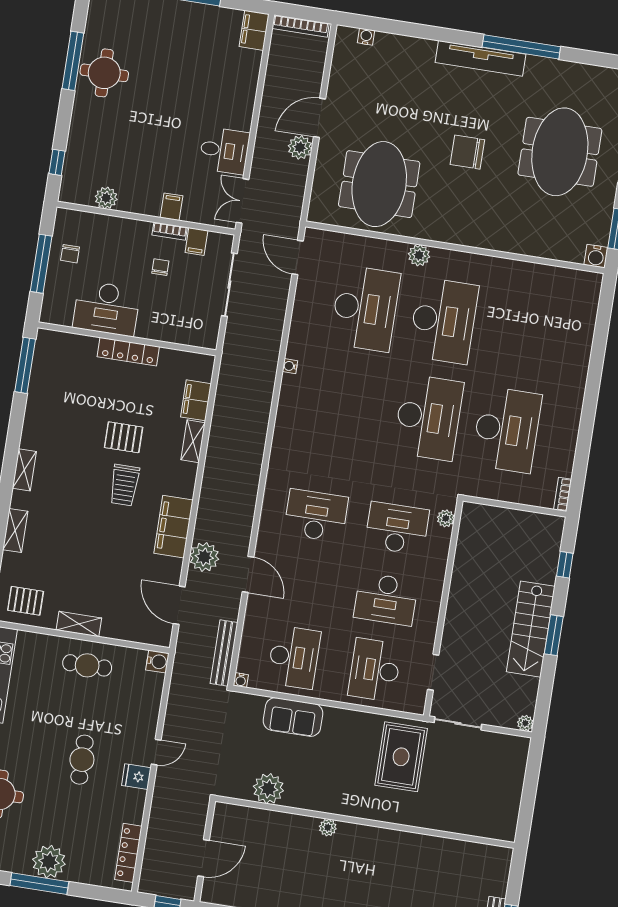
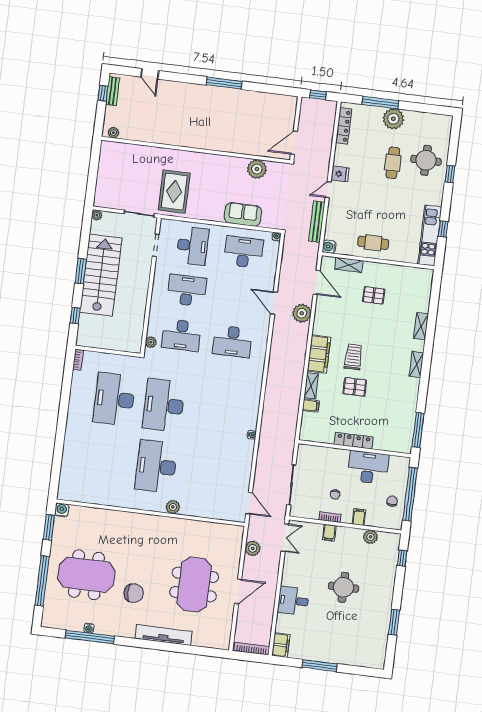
water cooler: (366, 37) -> (89, 628), moved
window: (521, 47) -> (90, 637), moved
tv unit: (480, 58) -> (164, 635), moved
window: (73, 61) -> (394, 622), width x0.69
round table: (104, 73) -> (343, 587), moved
plant: (300, 147) -> (253, 548), moved
desk: (224, 151) -> (293, 601), moved
chair: (467, 152) -> (134, 593), moved
meeting table: (560, 152) -> (86, 575), turned 90
meeting table: (379, 184) -> (194, 584), moved
filing cabinet: (196, 241) -> (359, 517), moved
window: (41, 264) -> (410, 494), width x1.46
desk: (365, 308) -> (206, 473), removed
filing cabinet: (196, 400) -> (311, 406), width x0.50
filing cabinet: (173, 527) -> (319, 354), moved
pallet: (26, 601) -> (374, 295), moved
shelving: (79, 624) -> (349, 265), moved
stairs: (531, 629) -> (101, 275), width x1.36, depth x1.51
bench: (224, 653) -> (317, 222), moved
desk: (294, 657) -> (244, 252), turned 90
cafe table: (82, 760) -> (393, 163), moved
plant: (328, 827) -> (113, 133), moved
door: (204, 858) -> (294, 143), moved
window: (39, 884) -> (380, 103), moved

